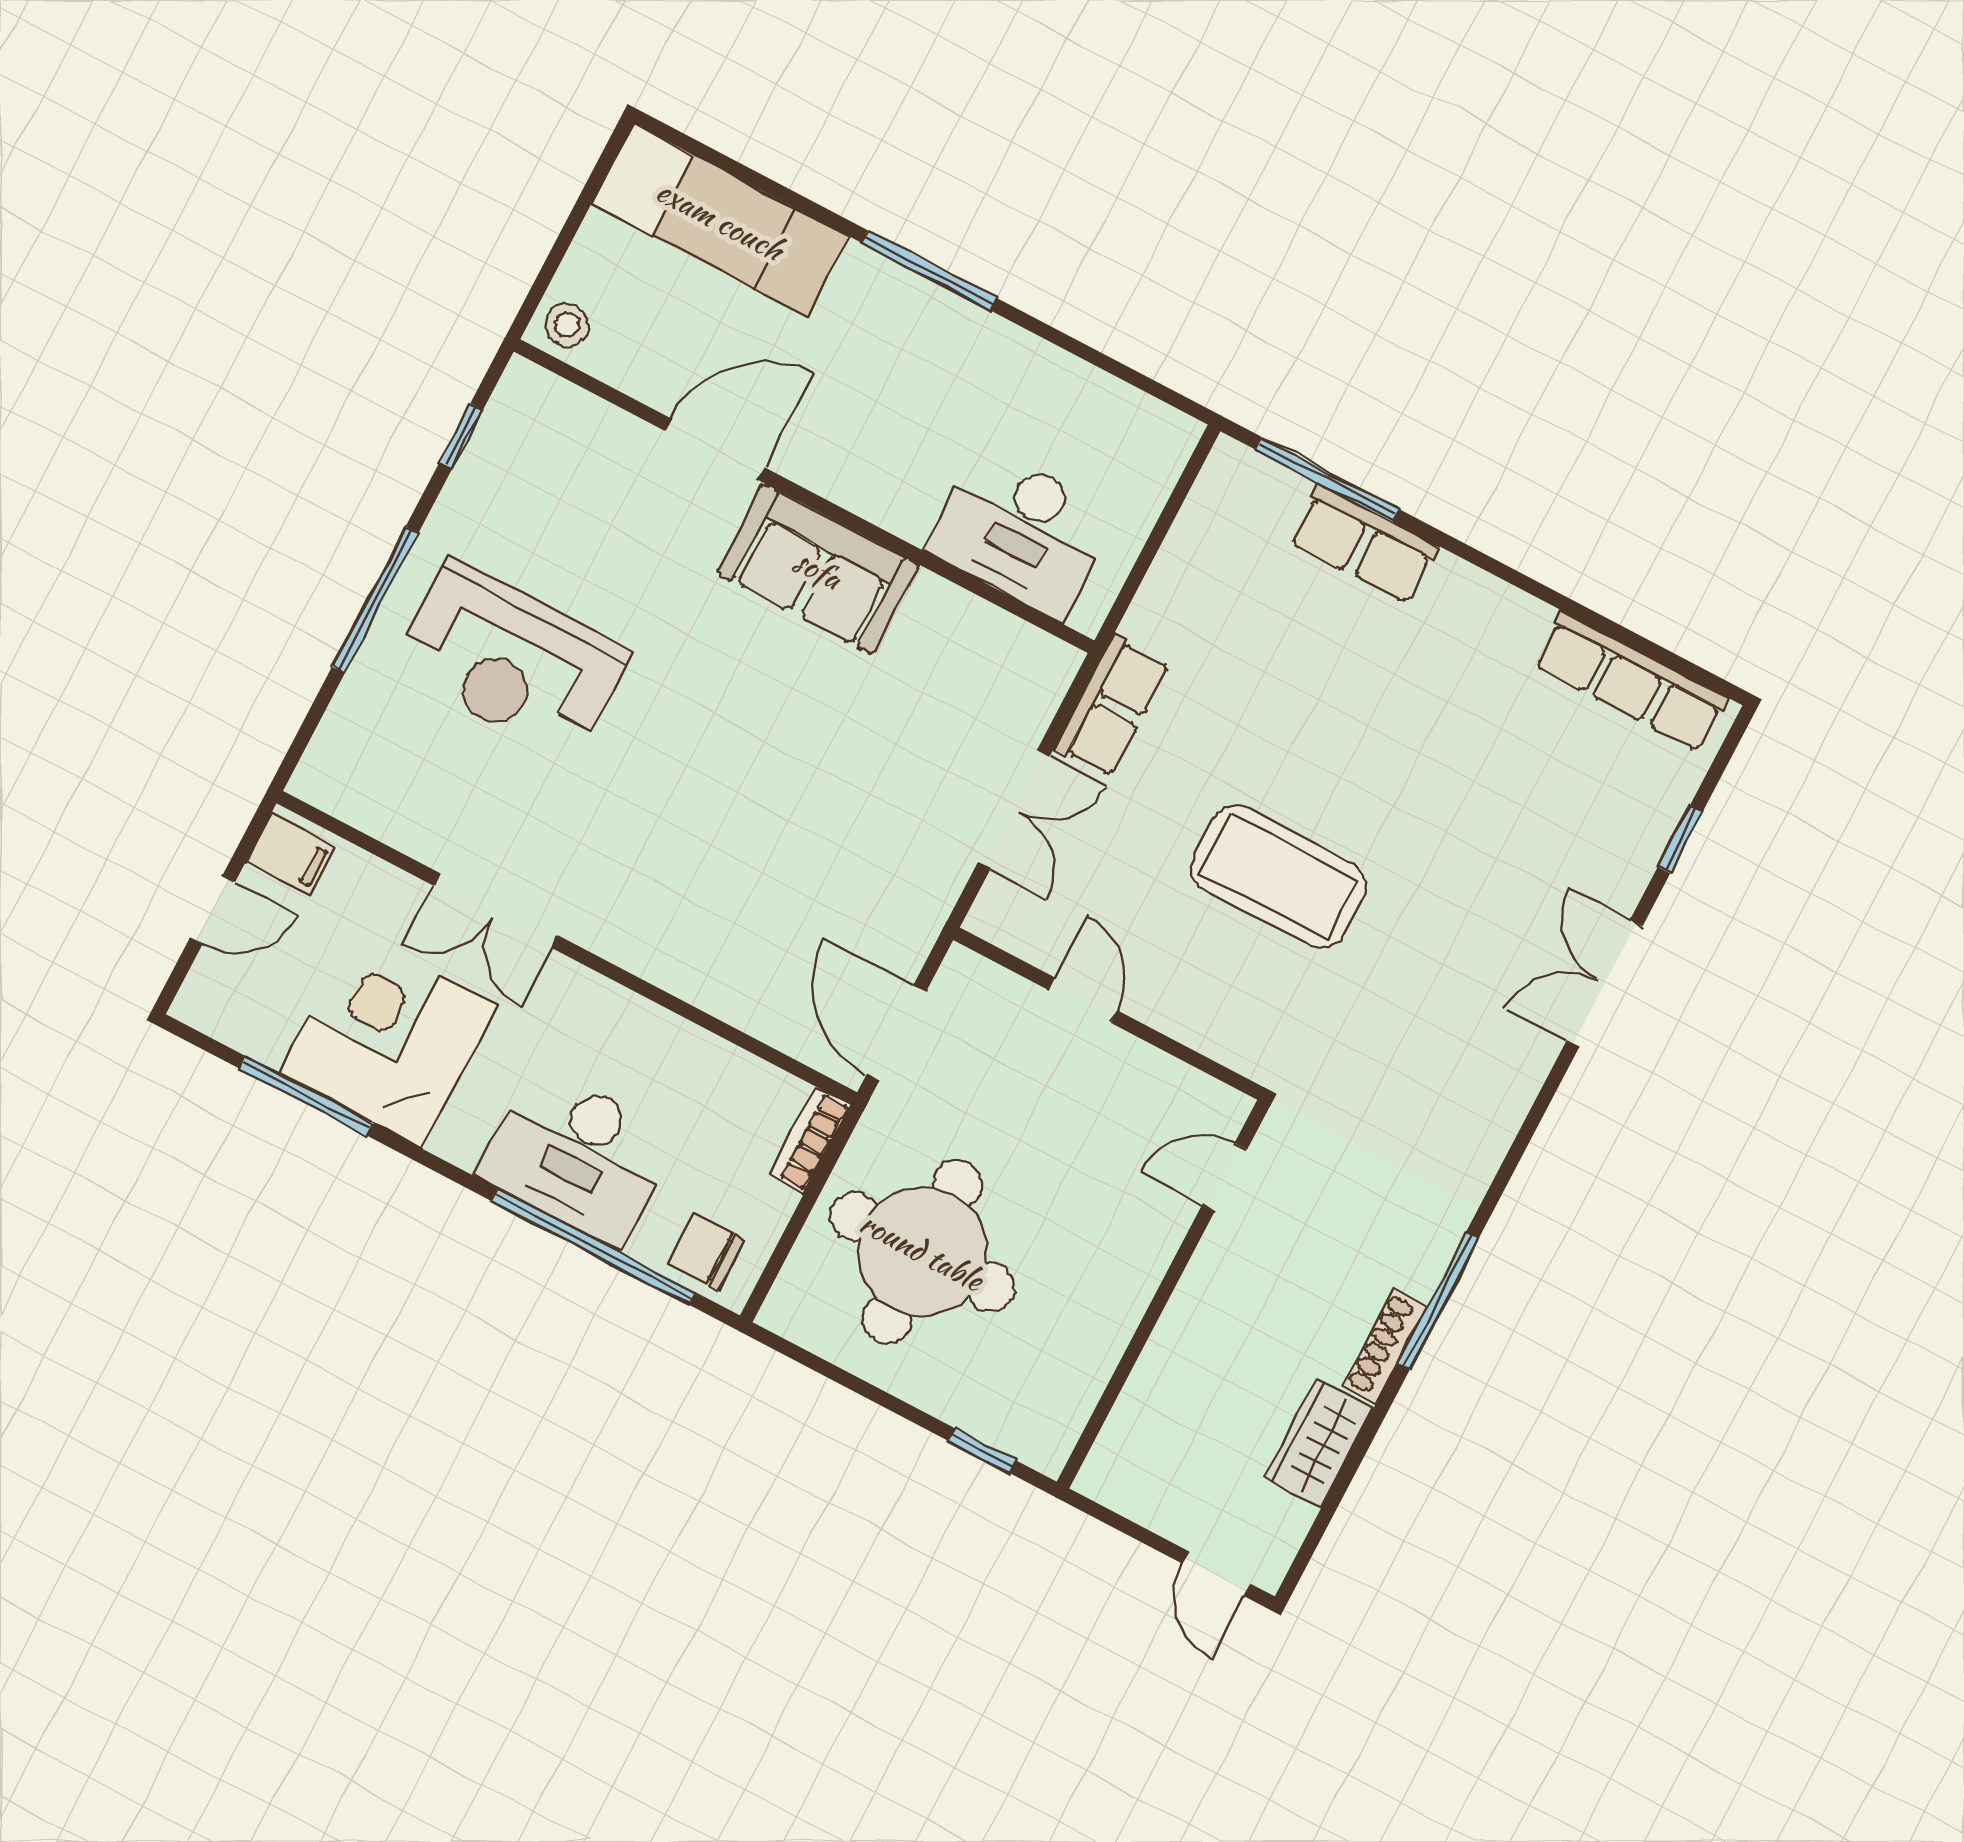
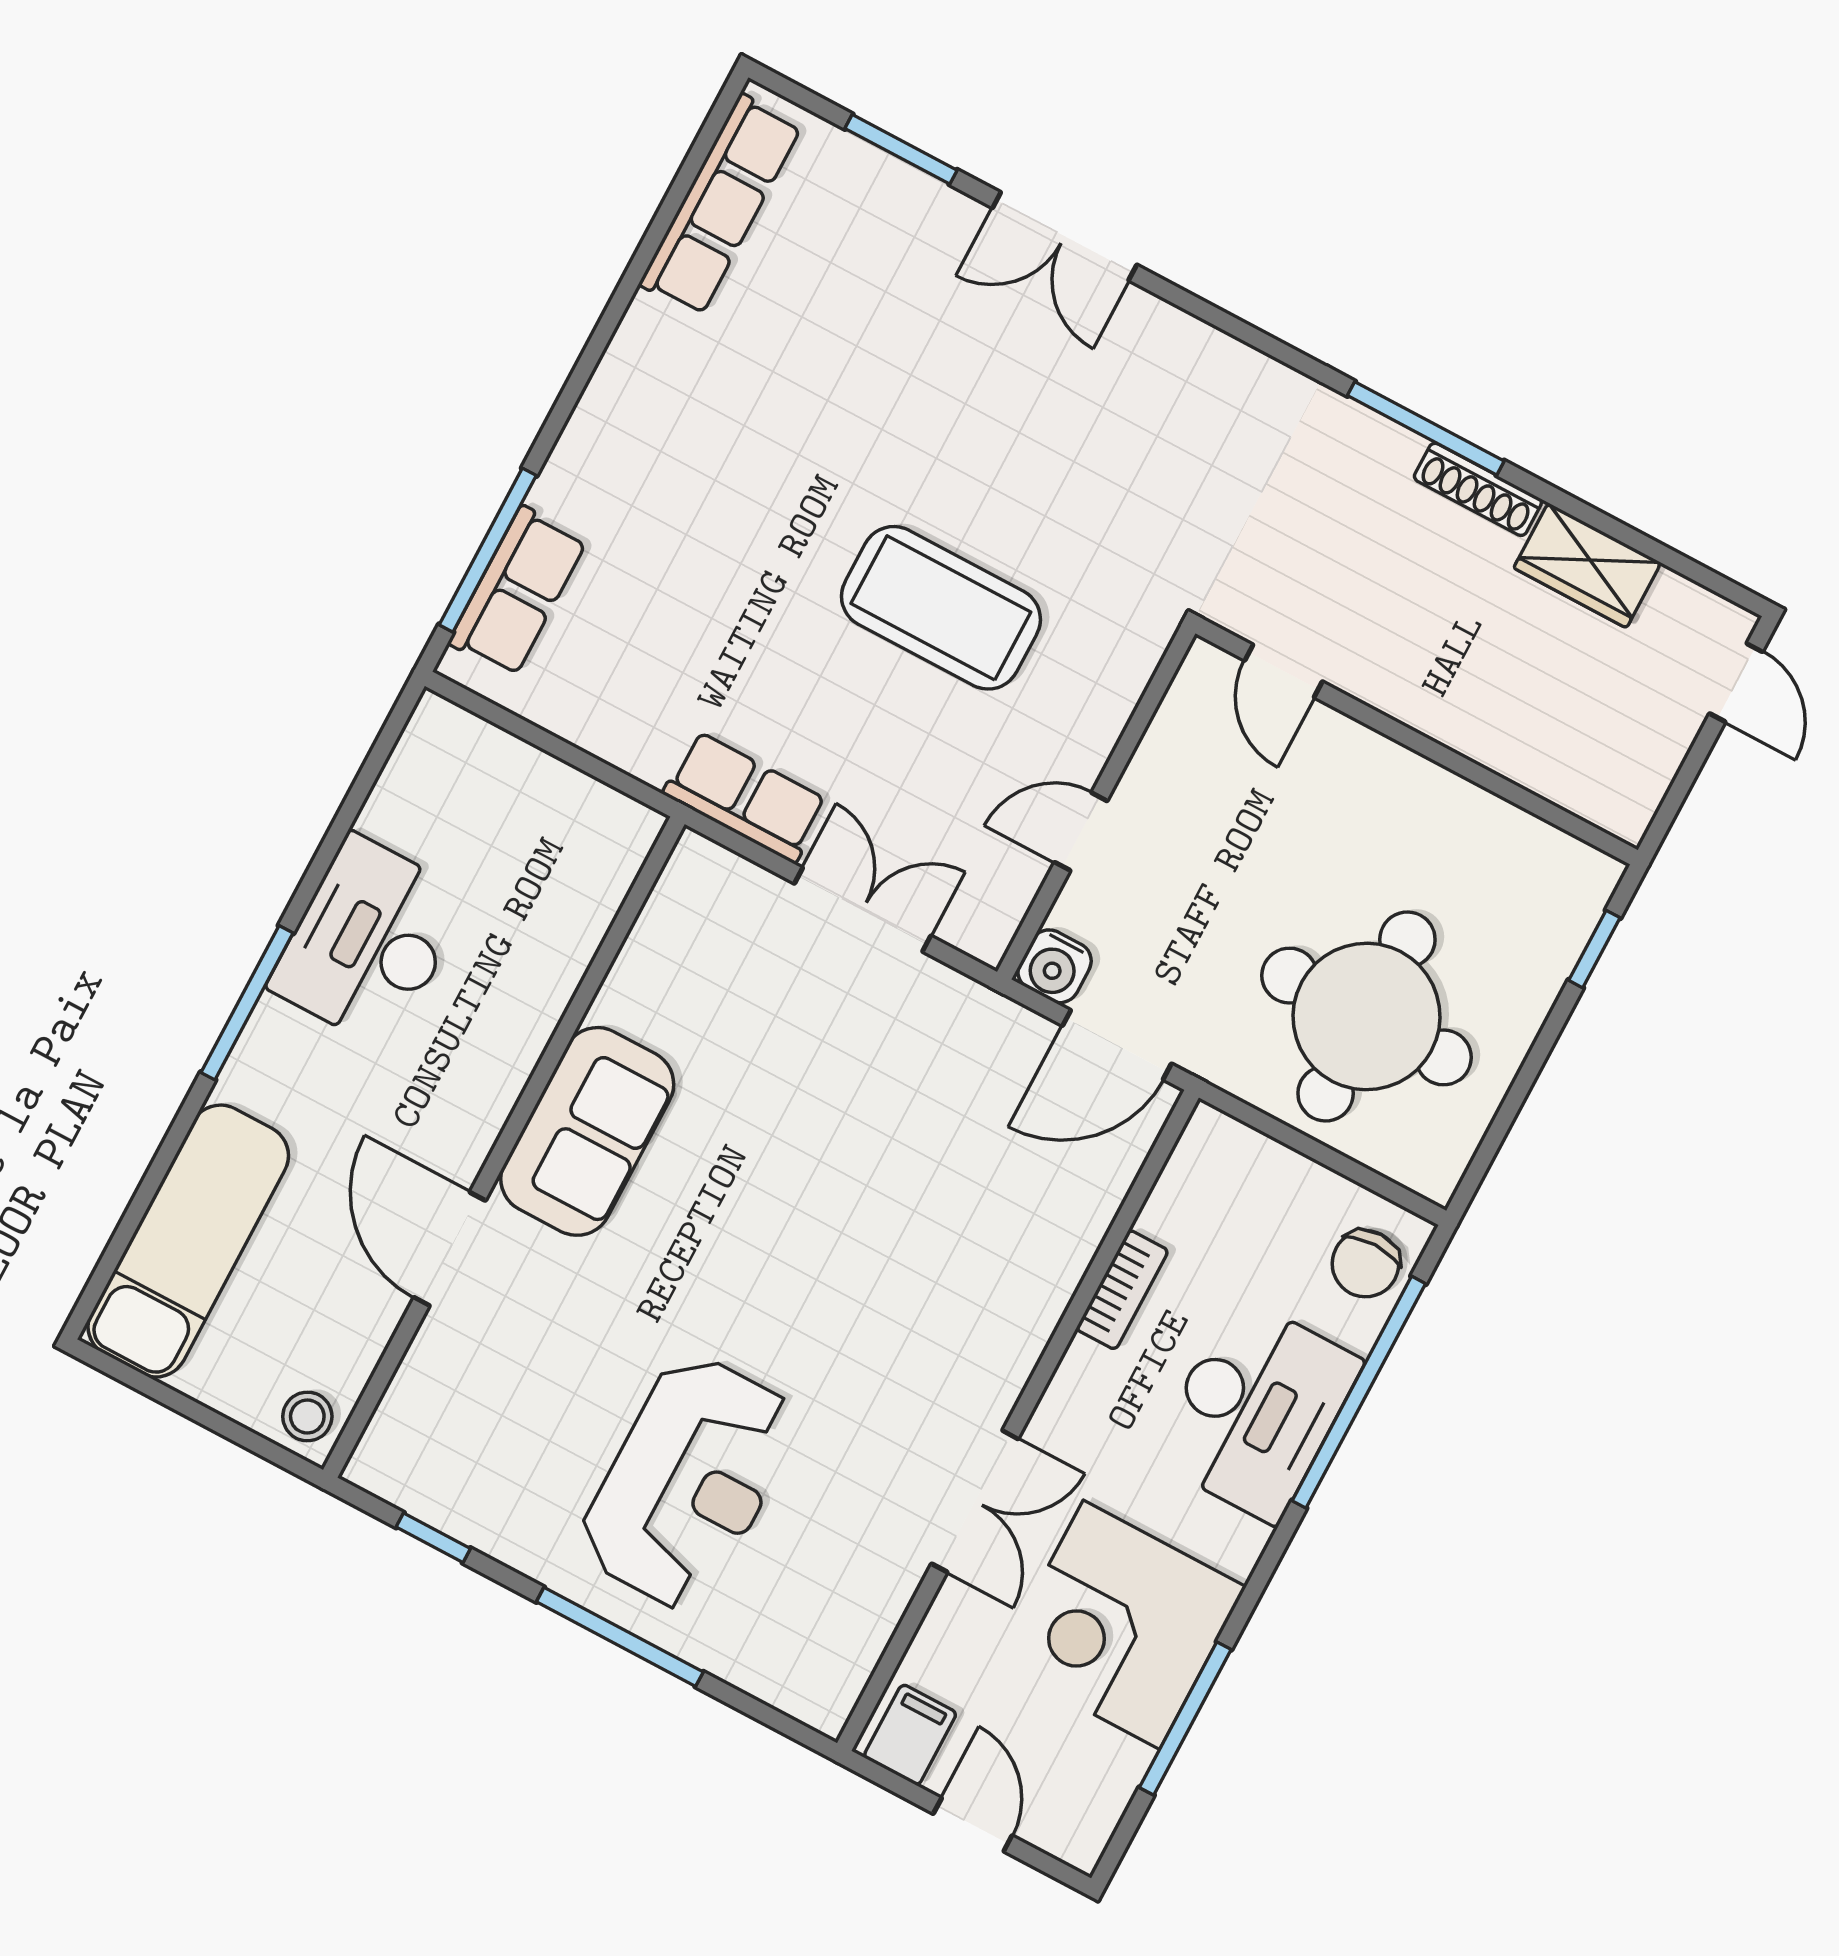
desk: (1021, 532) -> (369, 942), moved, turned 180
row of seats: (1364, 544) -> (518, 591), moved
window: (1680, 840) -> (901, 149), width x1.50
coffee table: (1279, 877) -> (941, 608), turned 90
water cooler: (965, 978) -> (1055, 966), added
bookcase: (810, 1140) -> (1122, 1290), moved, turned -90
door: (1217, 1574) -> (1736, 683), hinge flipped

